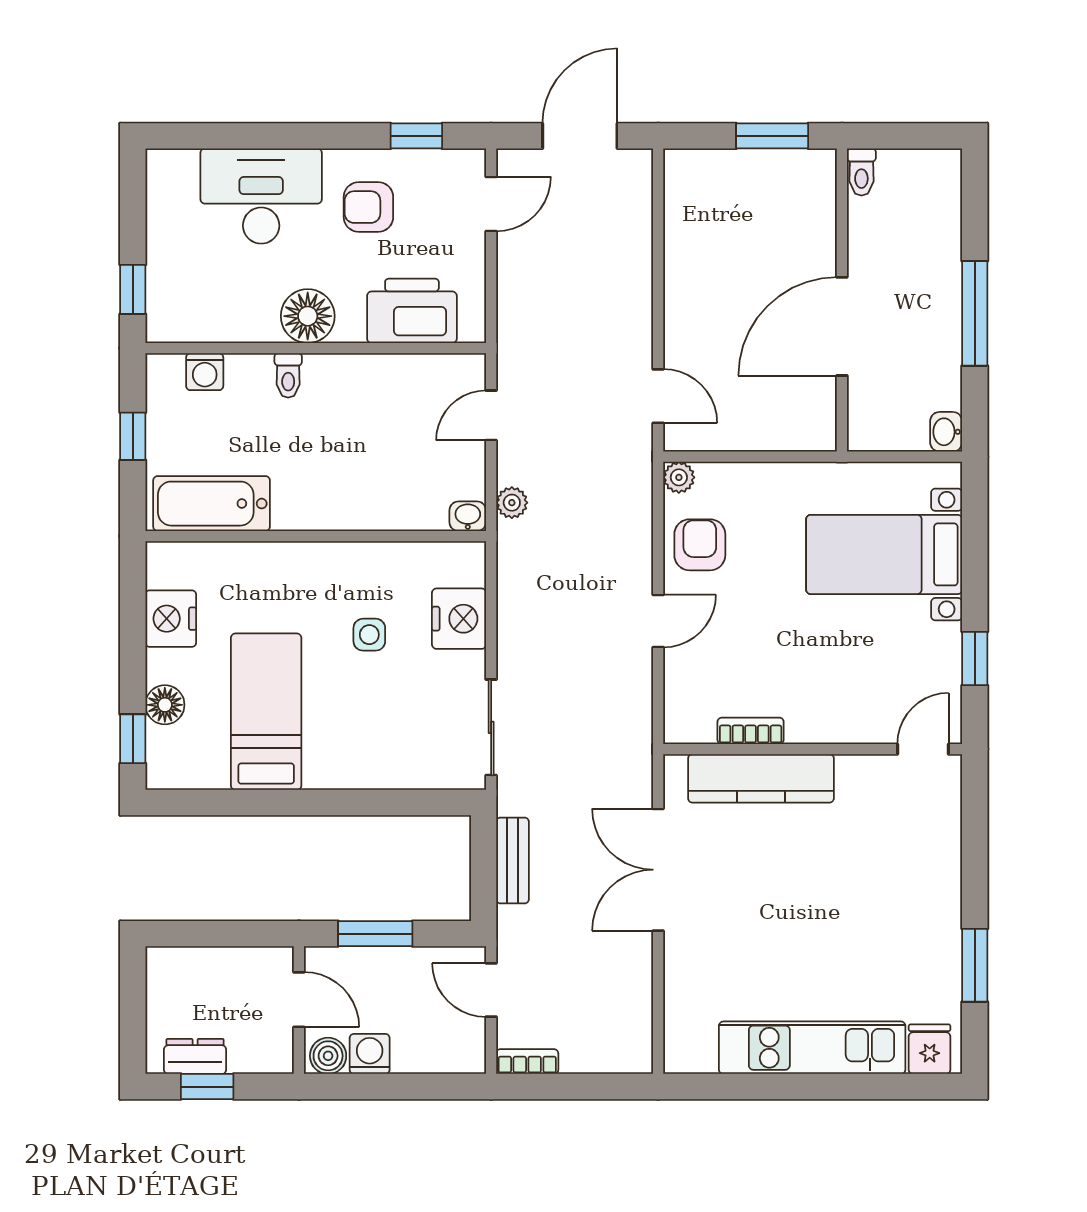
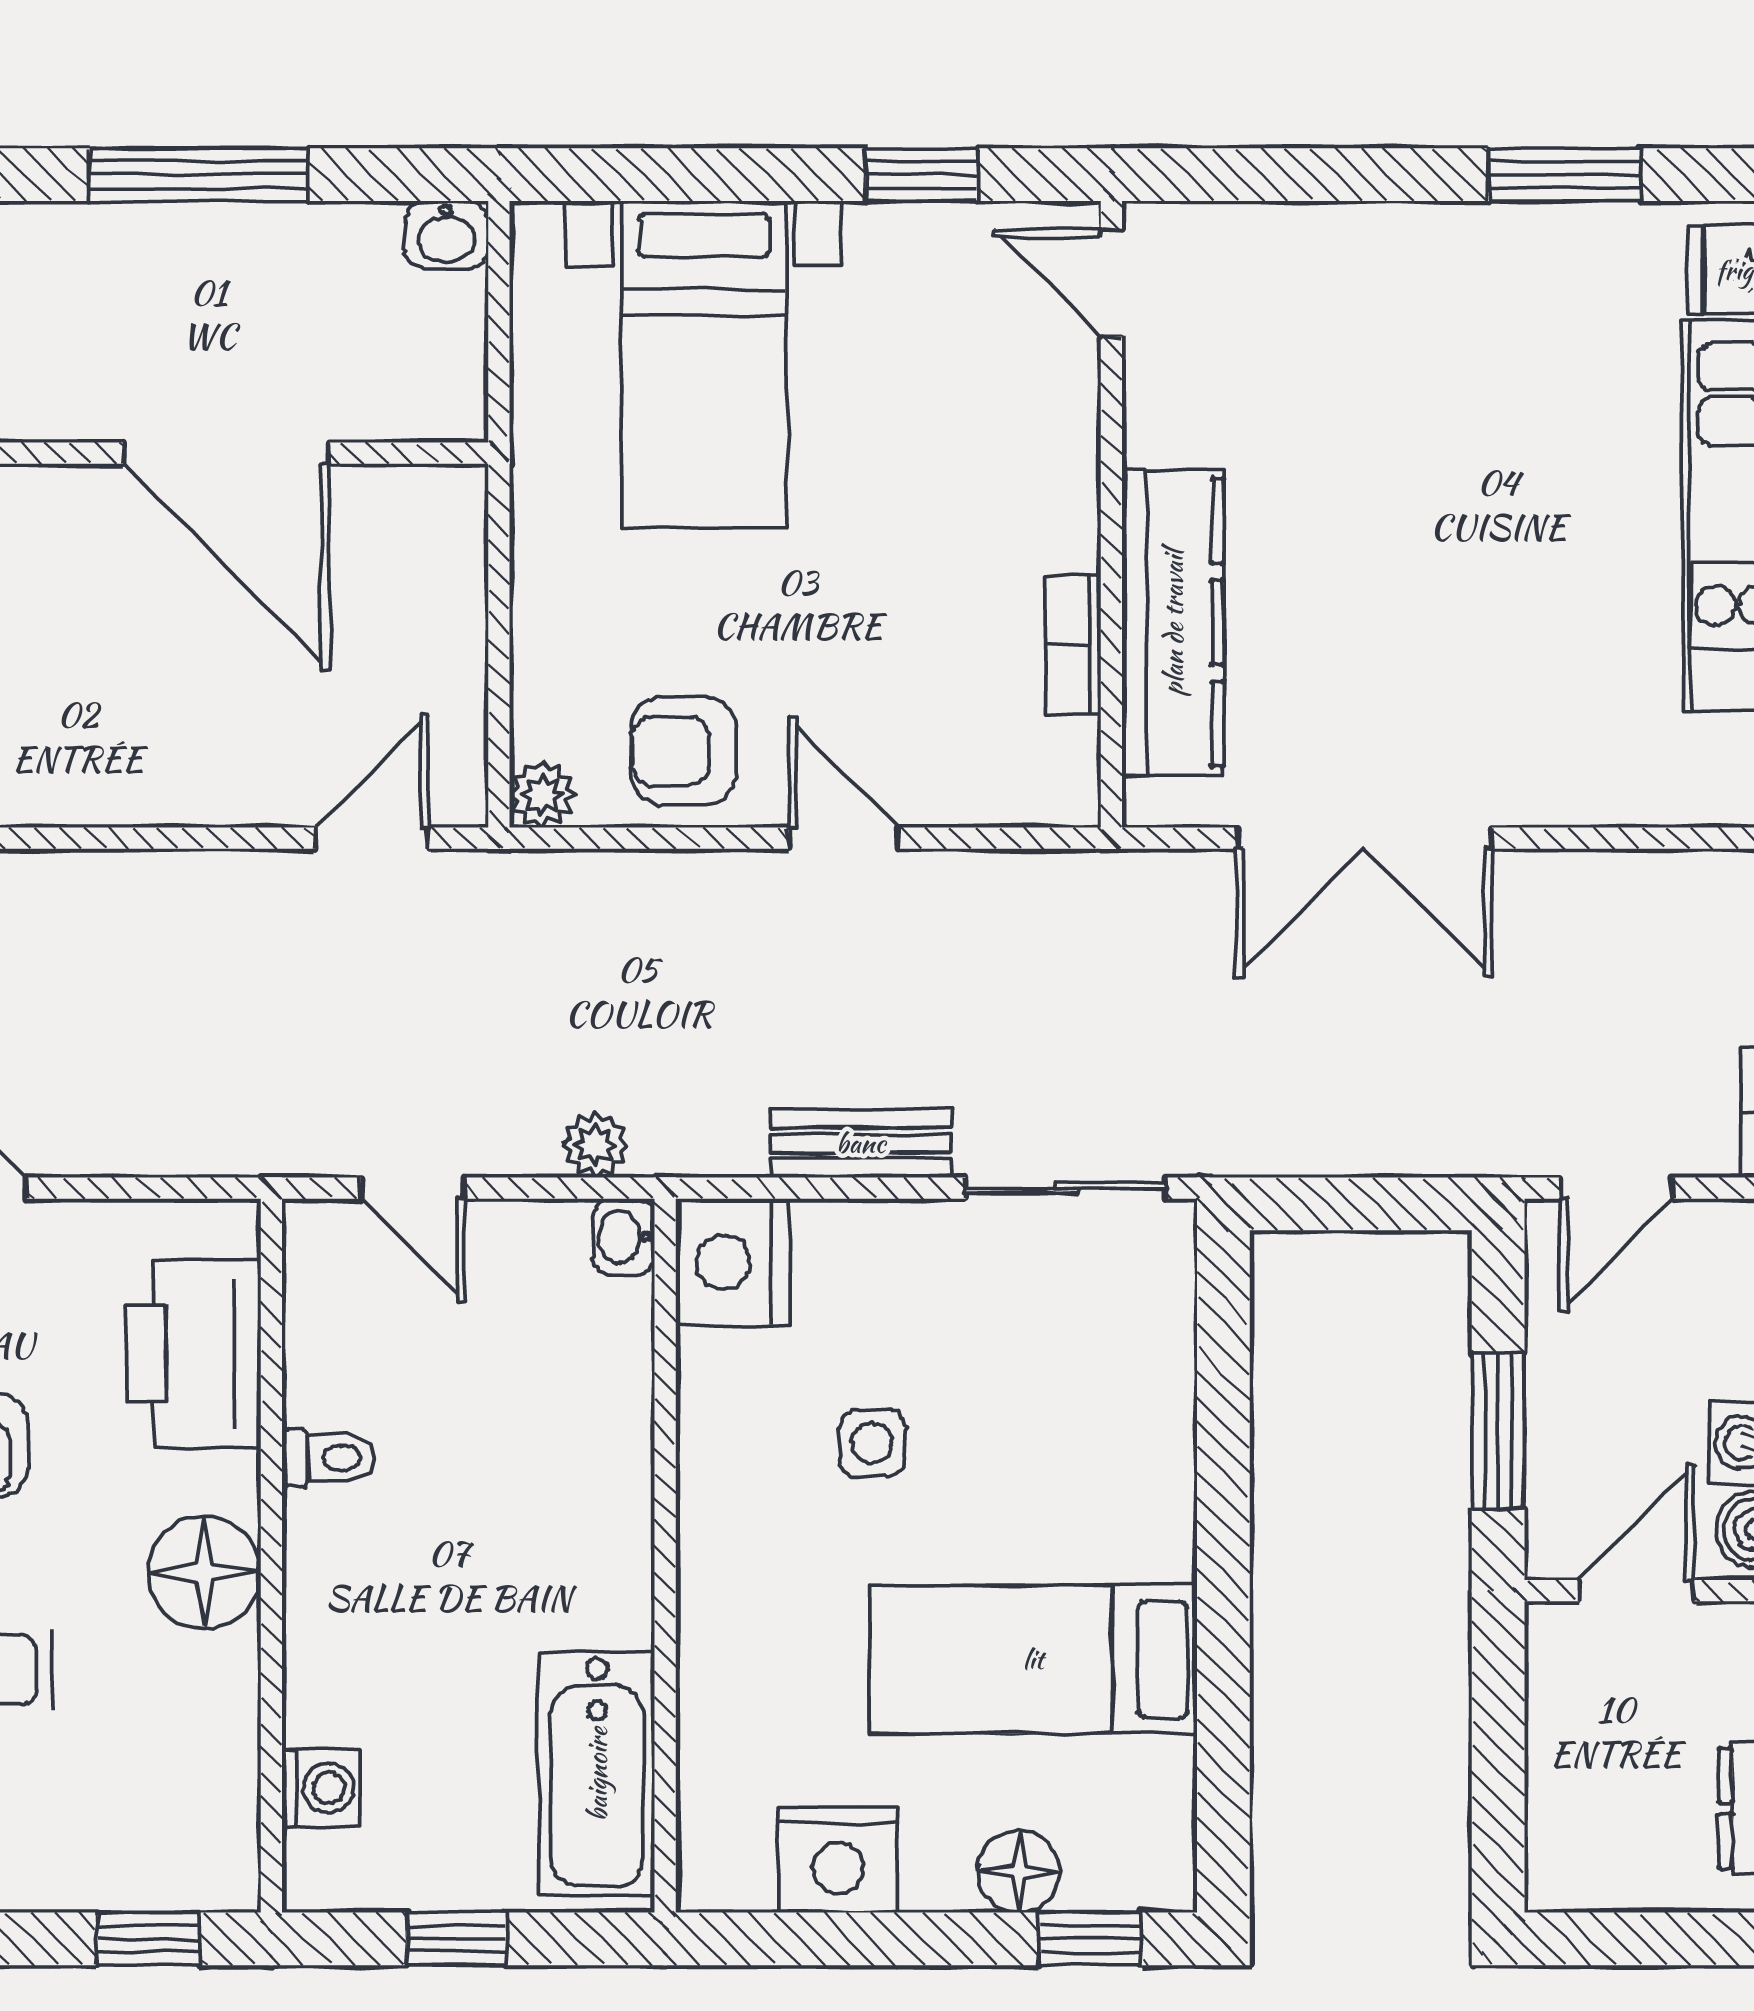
toilet: (288, 375) -> (329, 1458), moved
nightstand: (459, 619) -> (732, 1262), moved, turned -90
bench: (513, 861) -> (861, 1143), moved

